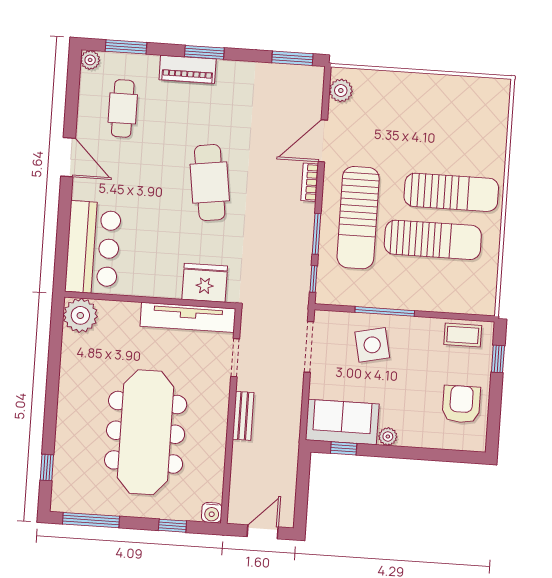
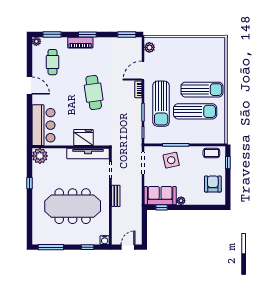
fridge: (205, 283) -> (83, 138), moved
meeting table: (146, 432) -> (73, 206), turned 90
window: (47, 467) -> (30, 183), moved

